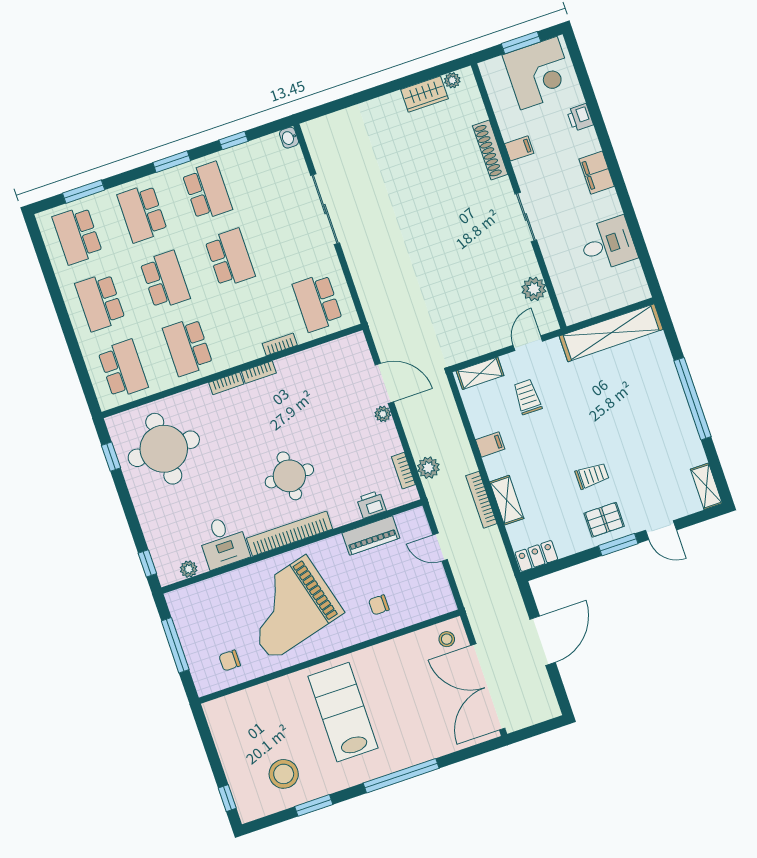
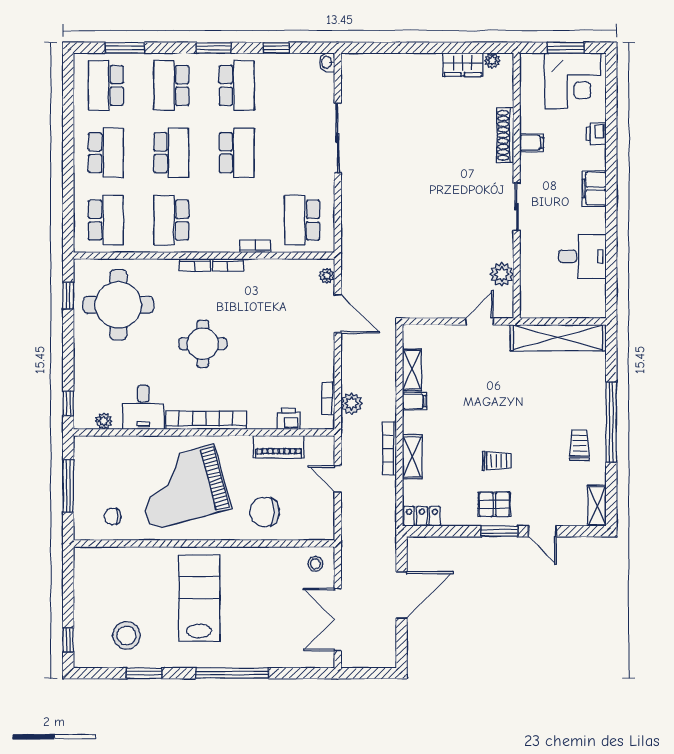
school desk: (100, 302) -> (106, 153), turned 180
shelving: (480, 373) -> (412, 370), moved, turned 90
trolley: (527, 397) -> (580, 445), moved
plant: (383, 414) -> (327, 276), moved
round table: (289, 476) -> (203, 344), moved
chair: (379, 605) -> (265, 512), width x1.87, depth x1.87
double door: (488, 687) -> (338, 620), width x0.73

